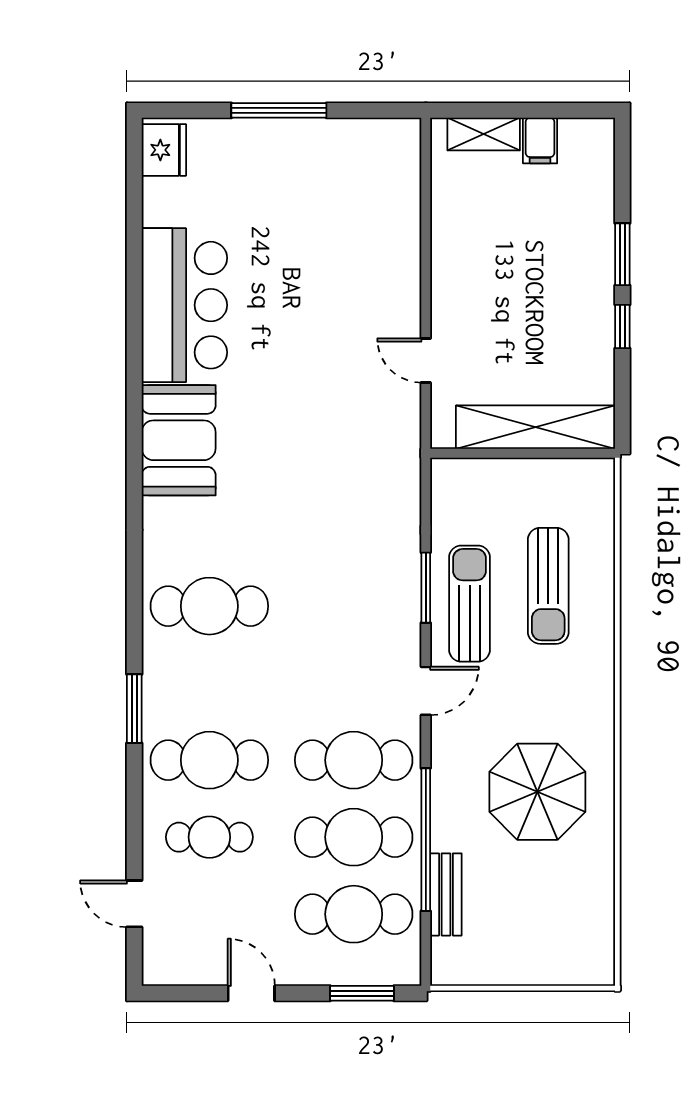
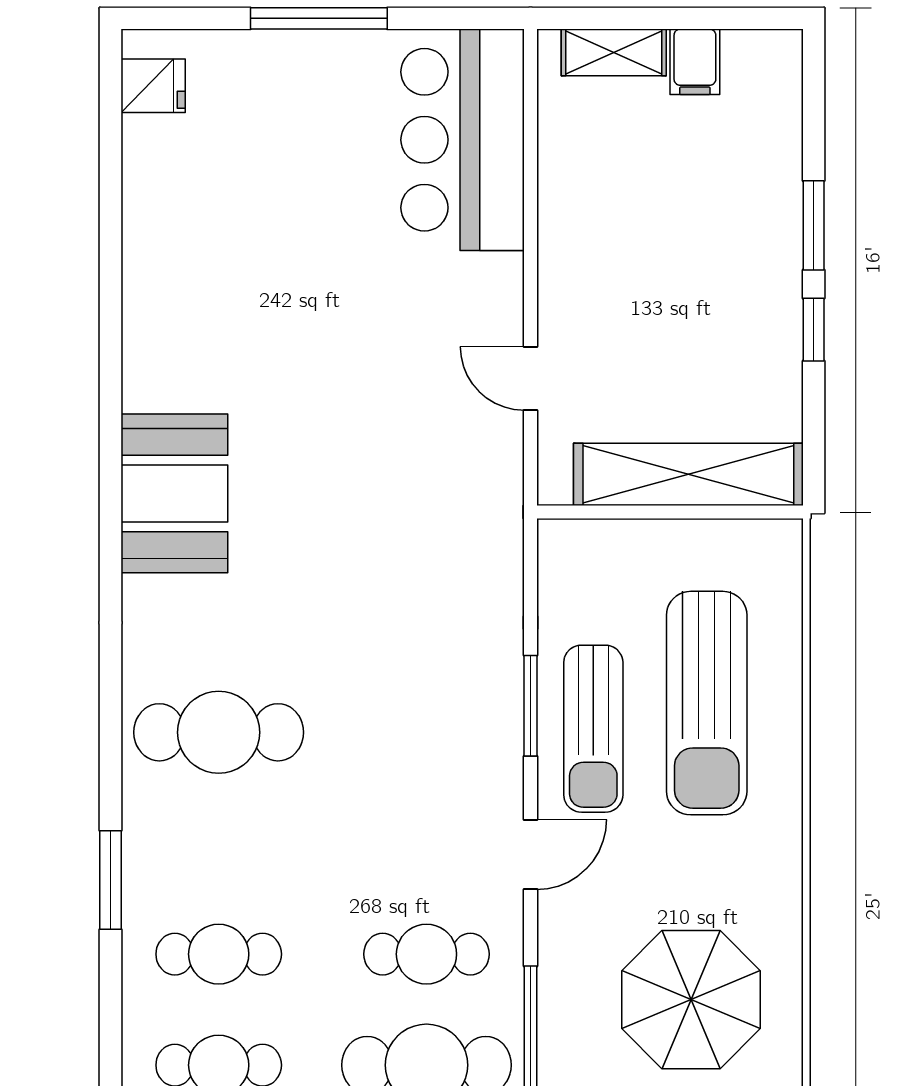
fridge: (164, 150) -> (153, 86), width x0.72
bar counter: (184, 305) -> (463, 140), moved, turned 180
sun lounger: (548, 586) -> (707, 703), width x1.36, depth x1.34
sun lounger: (470, 604) -> (593, 729), turned 180
cafe table: (209, 760) -> (219, 954), width x0.73, depth x0.74
cafe table: (354, 760) -> (426, 954), width x0.73, depth x0.74

